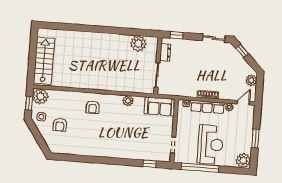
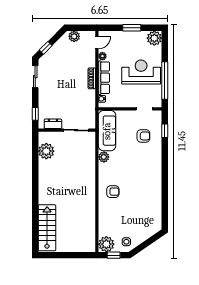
stairs: (44, 61) -> (47, 228), moved, turned 90
door: (243, 103) -> (97, 42), swing flipped
sofa: (160, 106) -> (107, 131), width x1.36
armchair: (60, 125) -> (143, 136), moved

